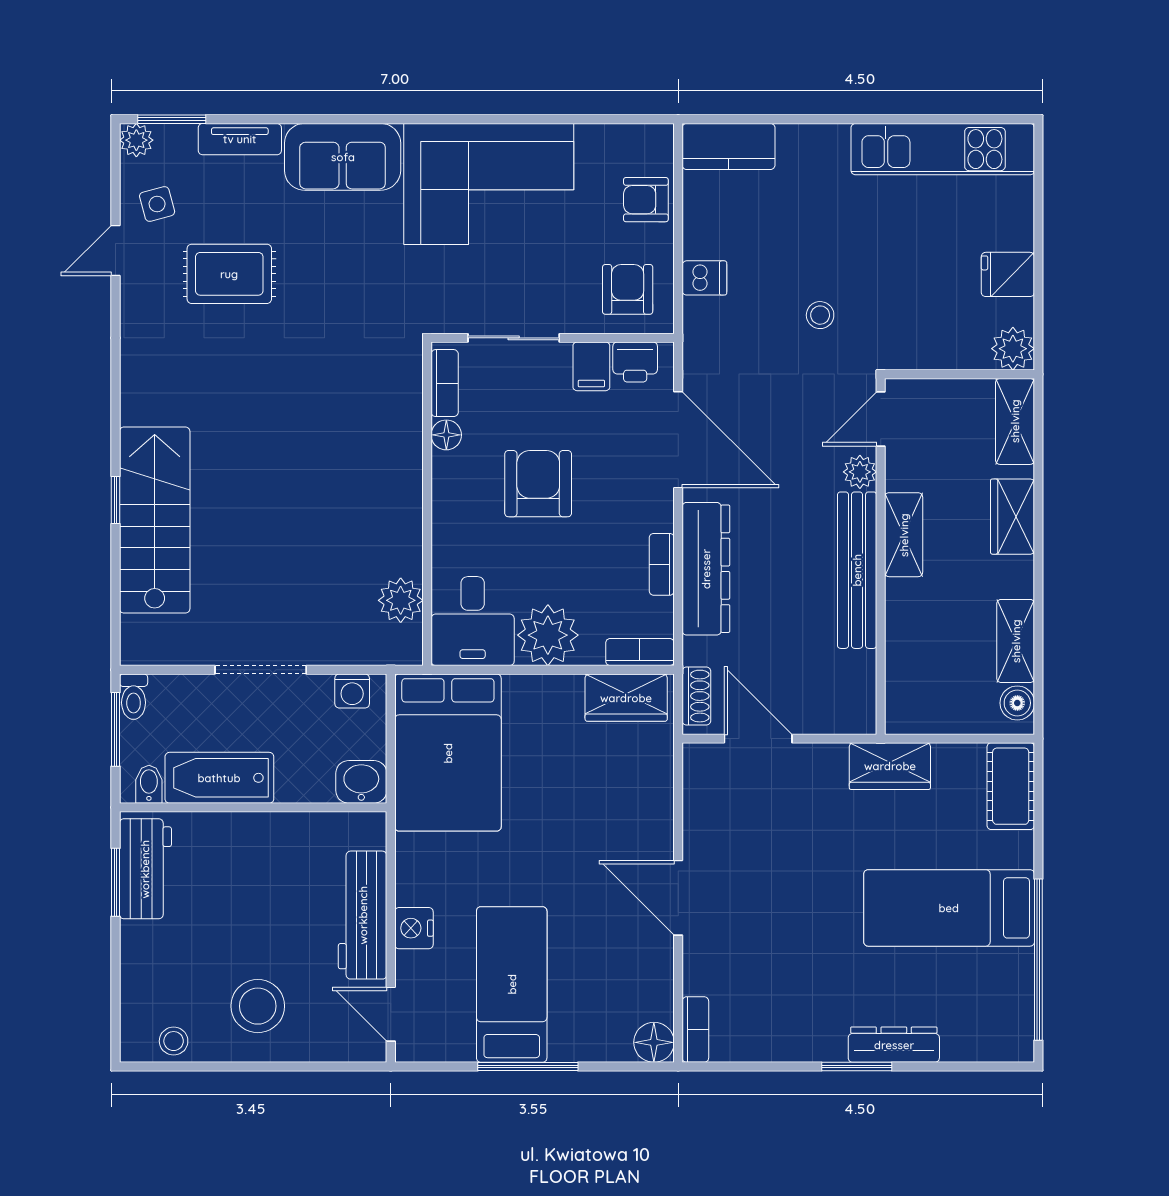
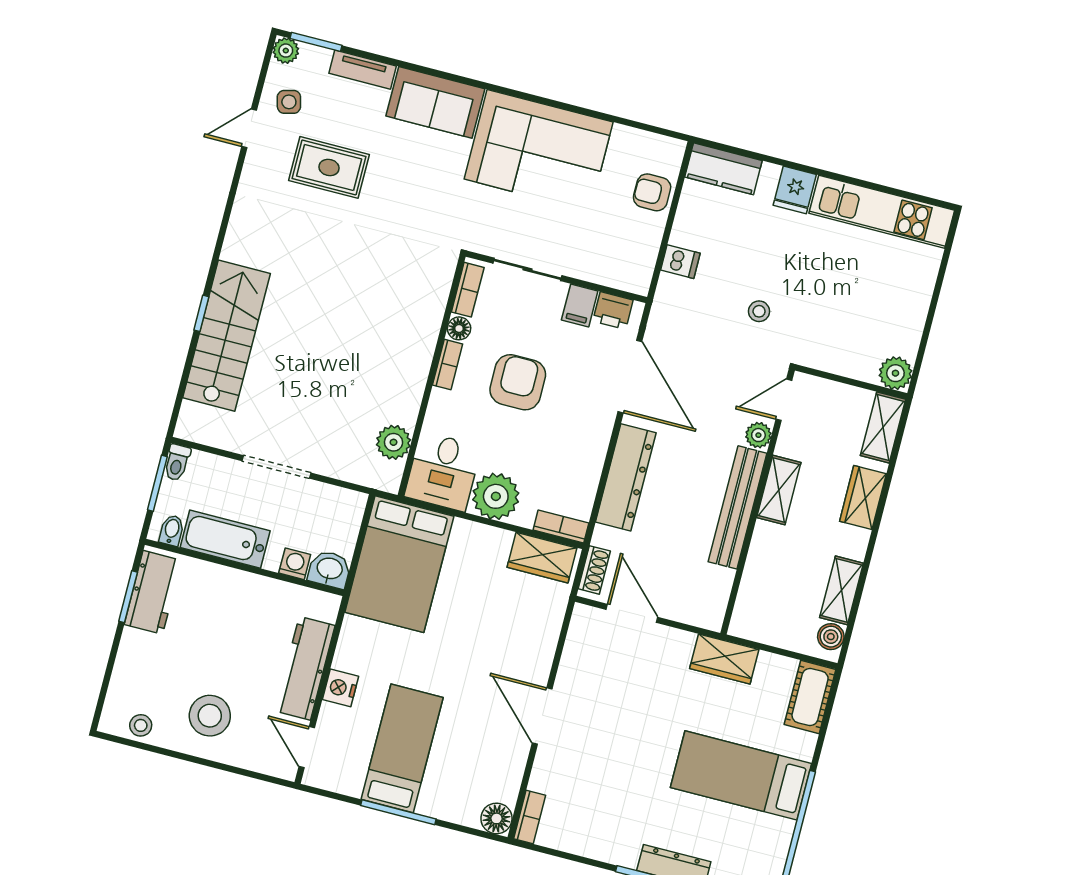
fridge: (1008, 274) -> (795, 190), moved, turned -90
armchair: (628, 289) -> (621, 255), removed
bookcase: (662, 564) -> (448, 364), moved, turned 180
washing machine: (352, 691) -> (295, 564), moved, turned 180

